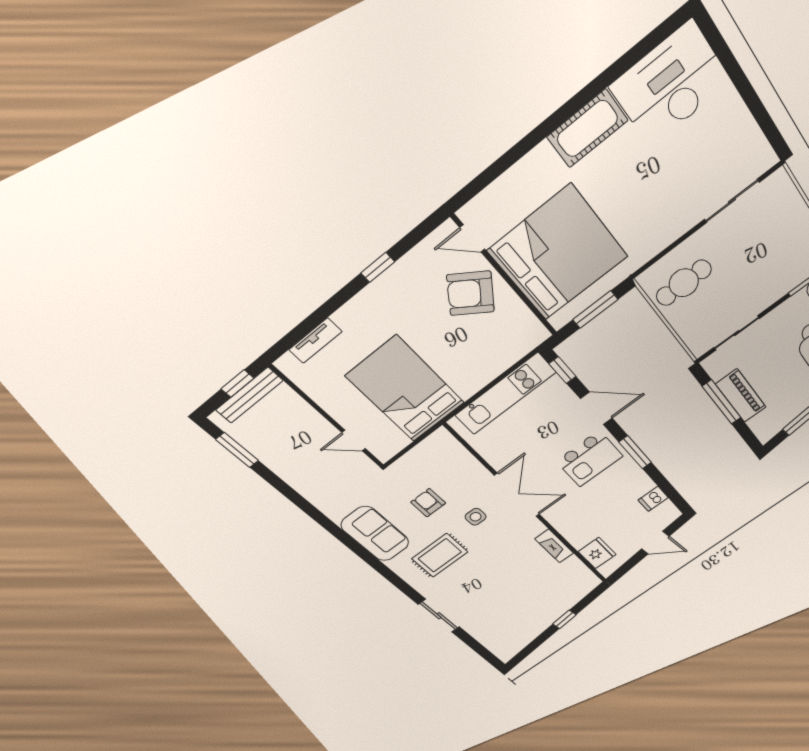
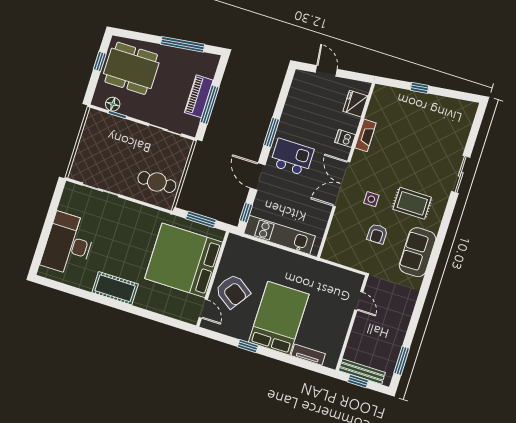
desk: (671, 84) -> (68, 244), moved, turned 90
bed: (405, 389) -> (279, 318), moved, turned 180
dishwasher: (653, 499) -> (345, 139), moved, turned 180

